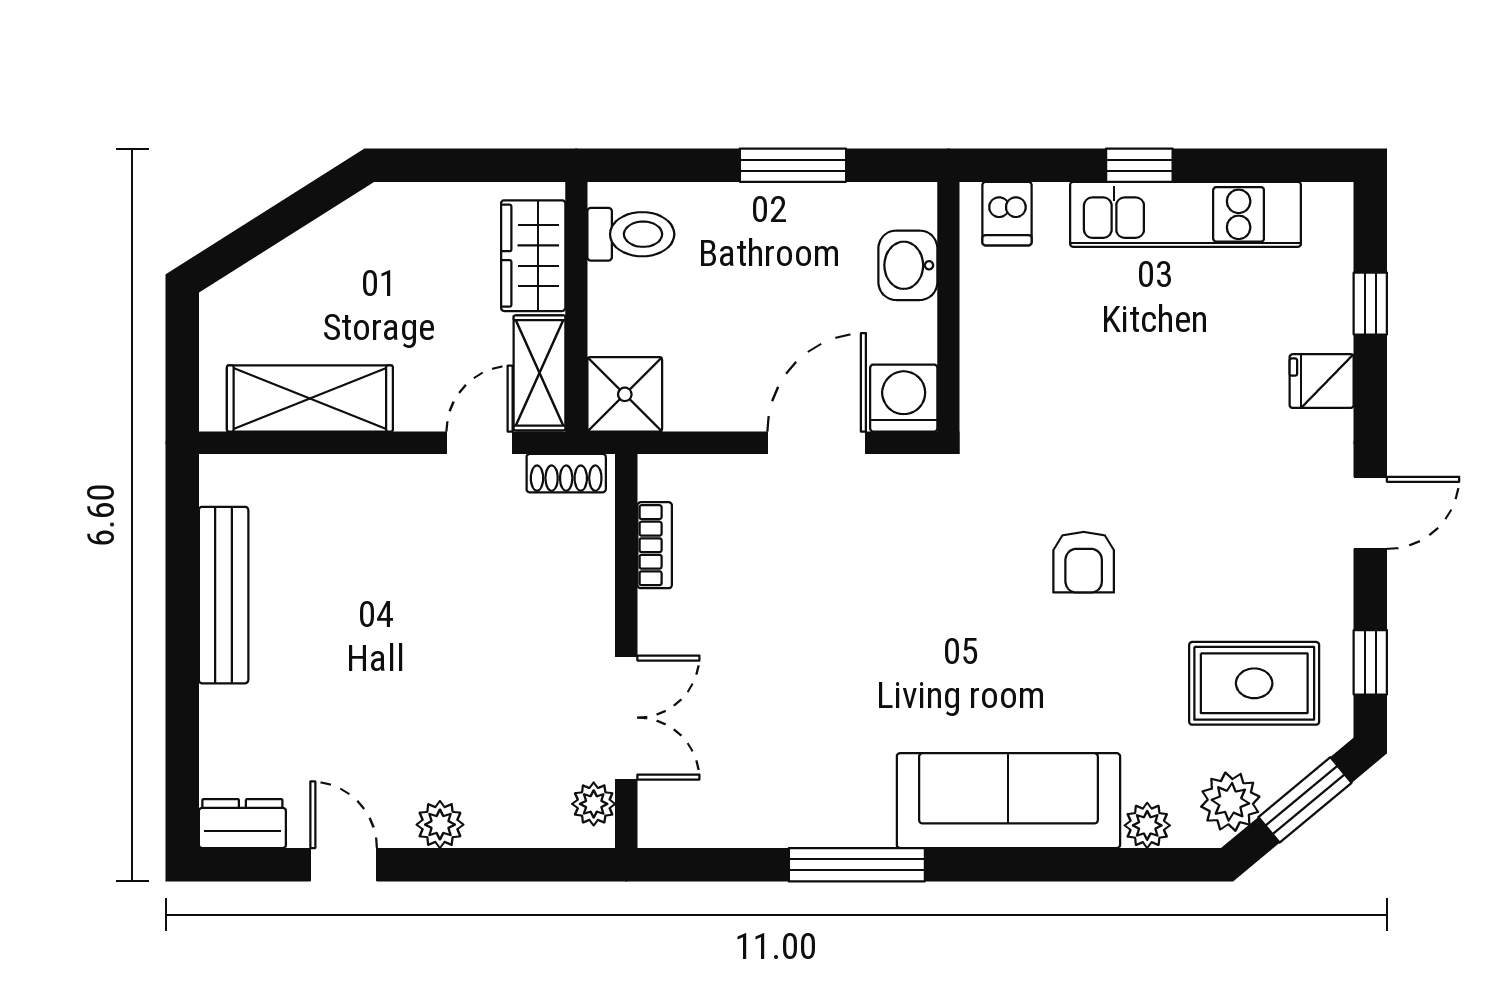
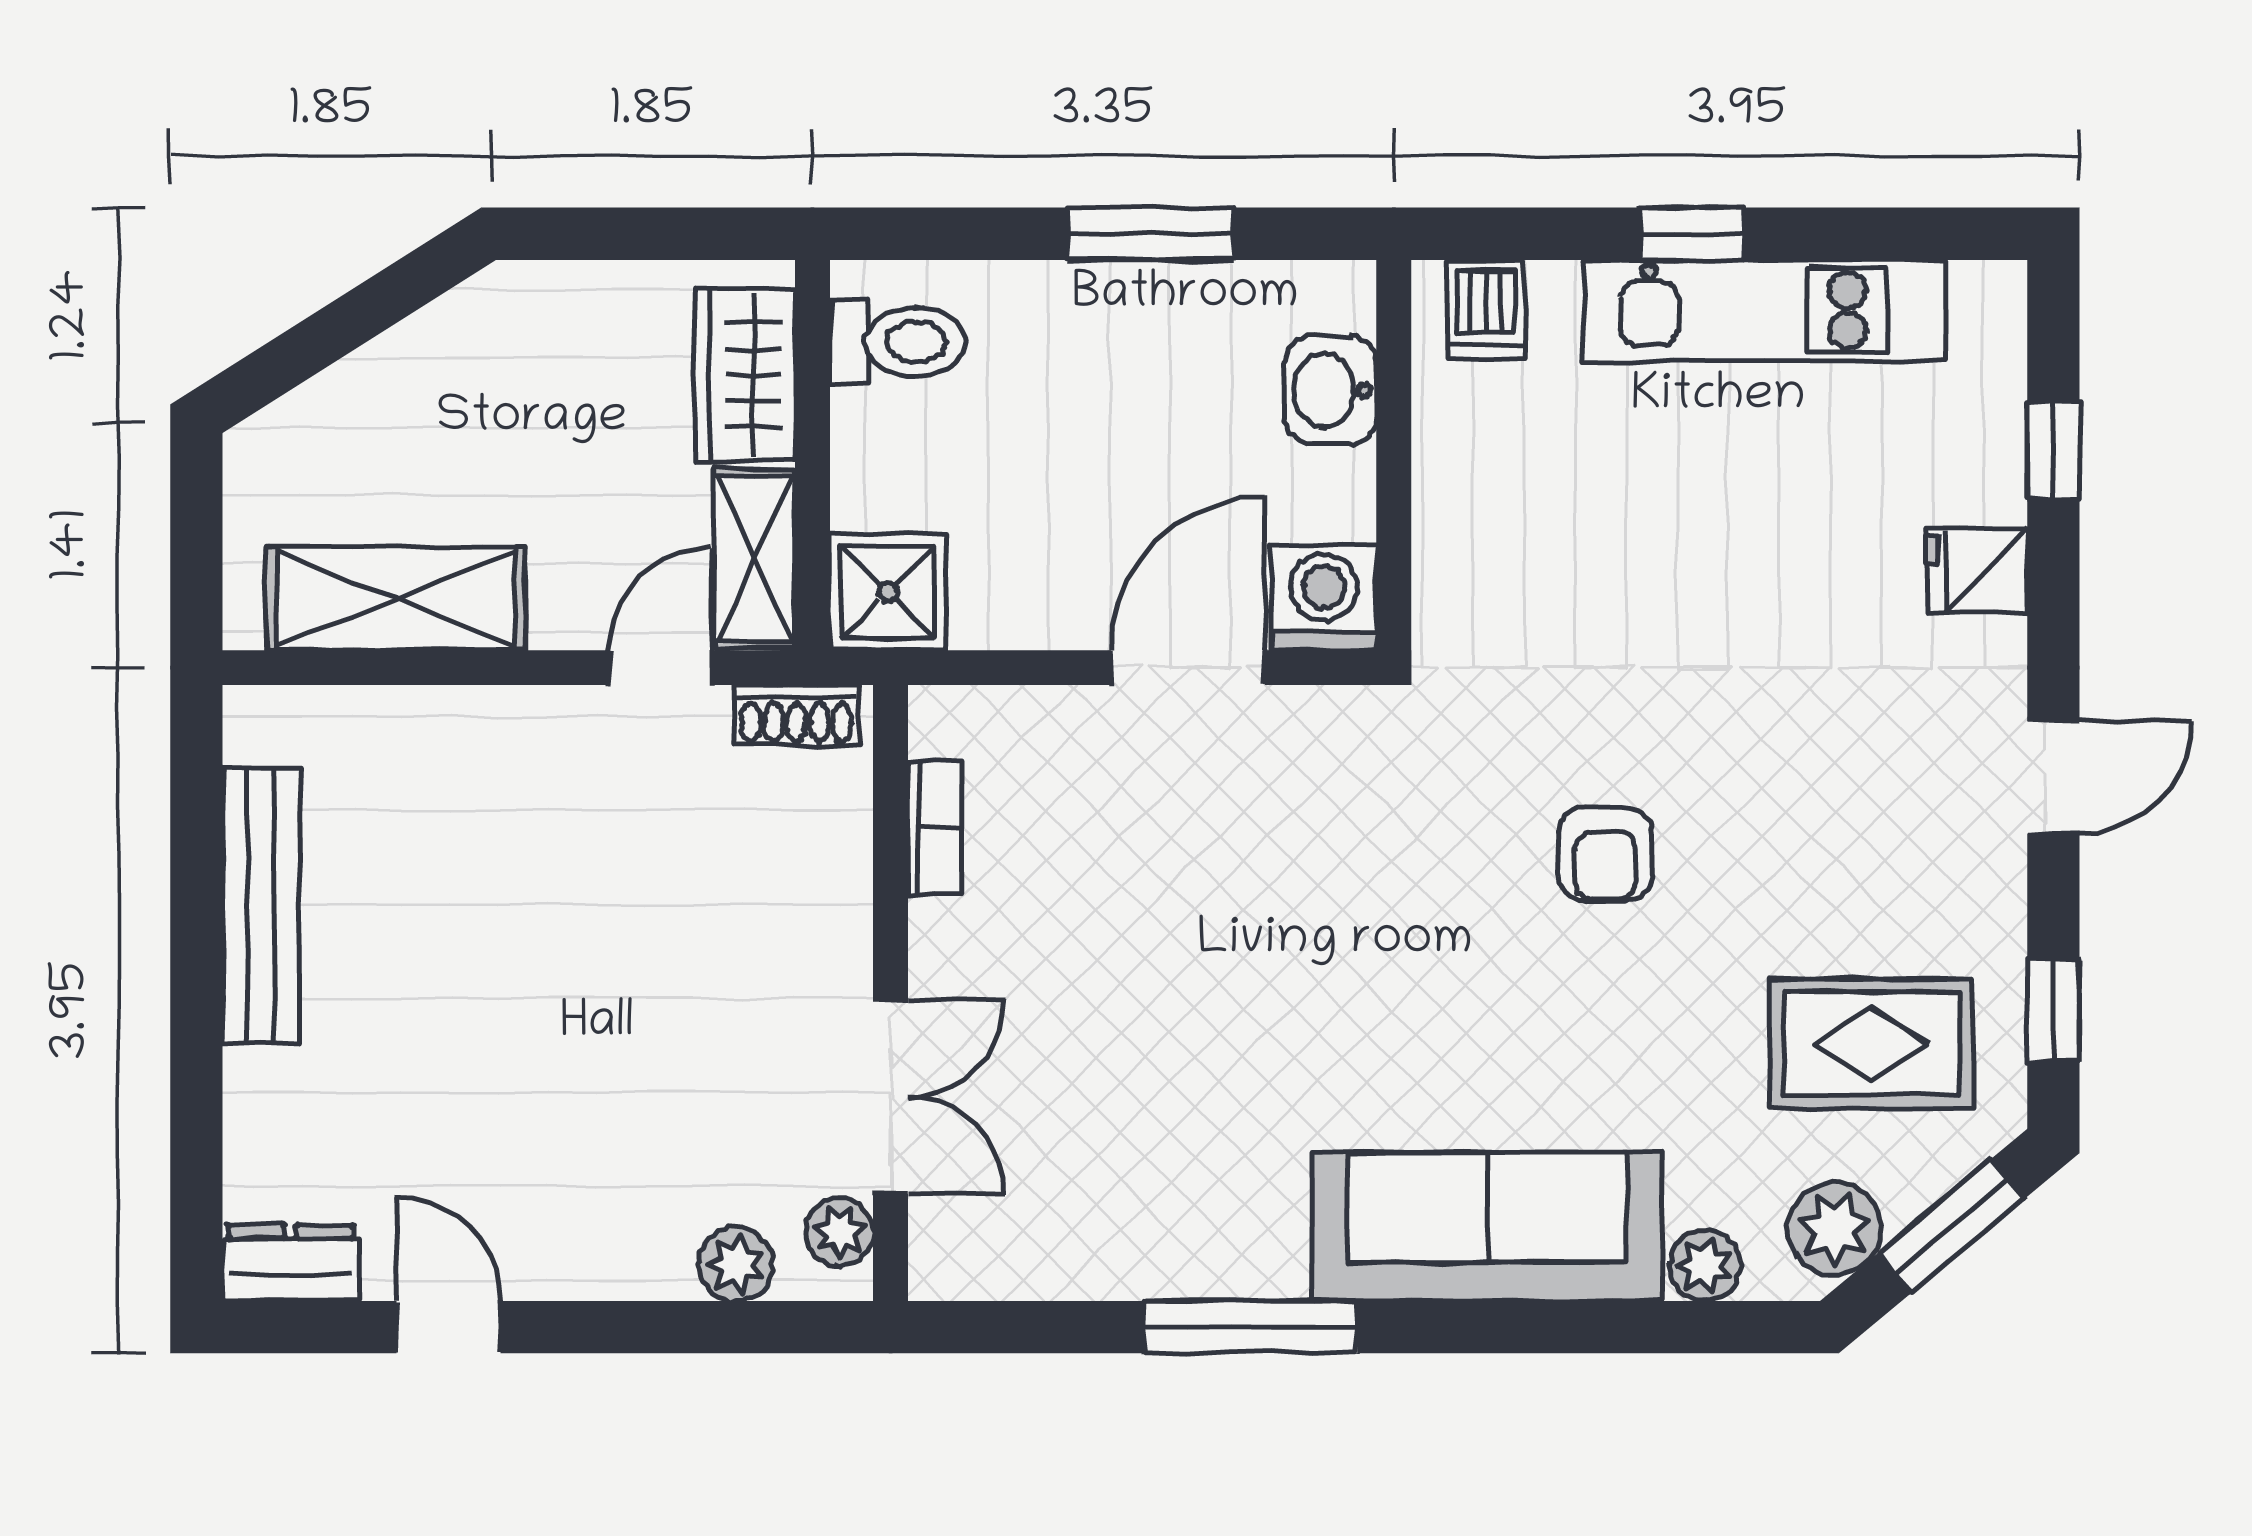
plant: (440, 825) -> (736, 1264), moved

